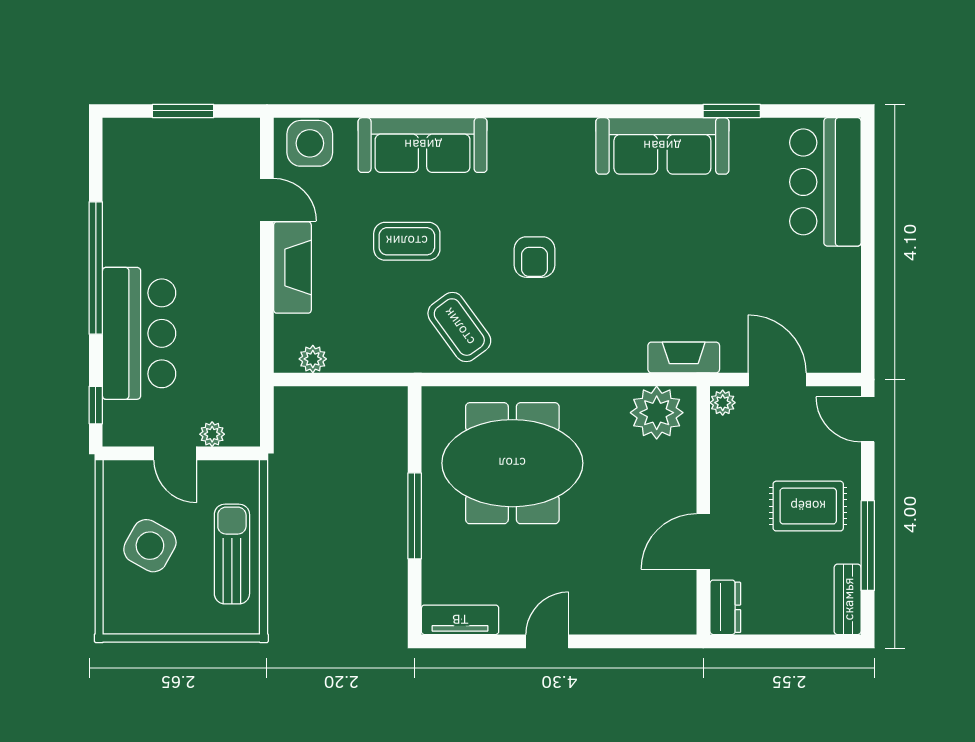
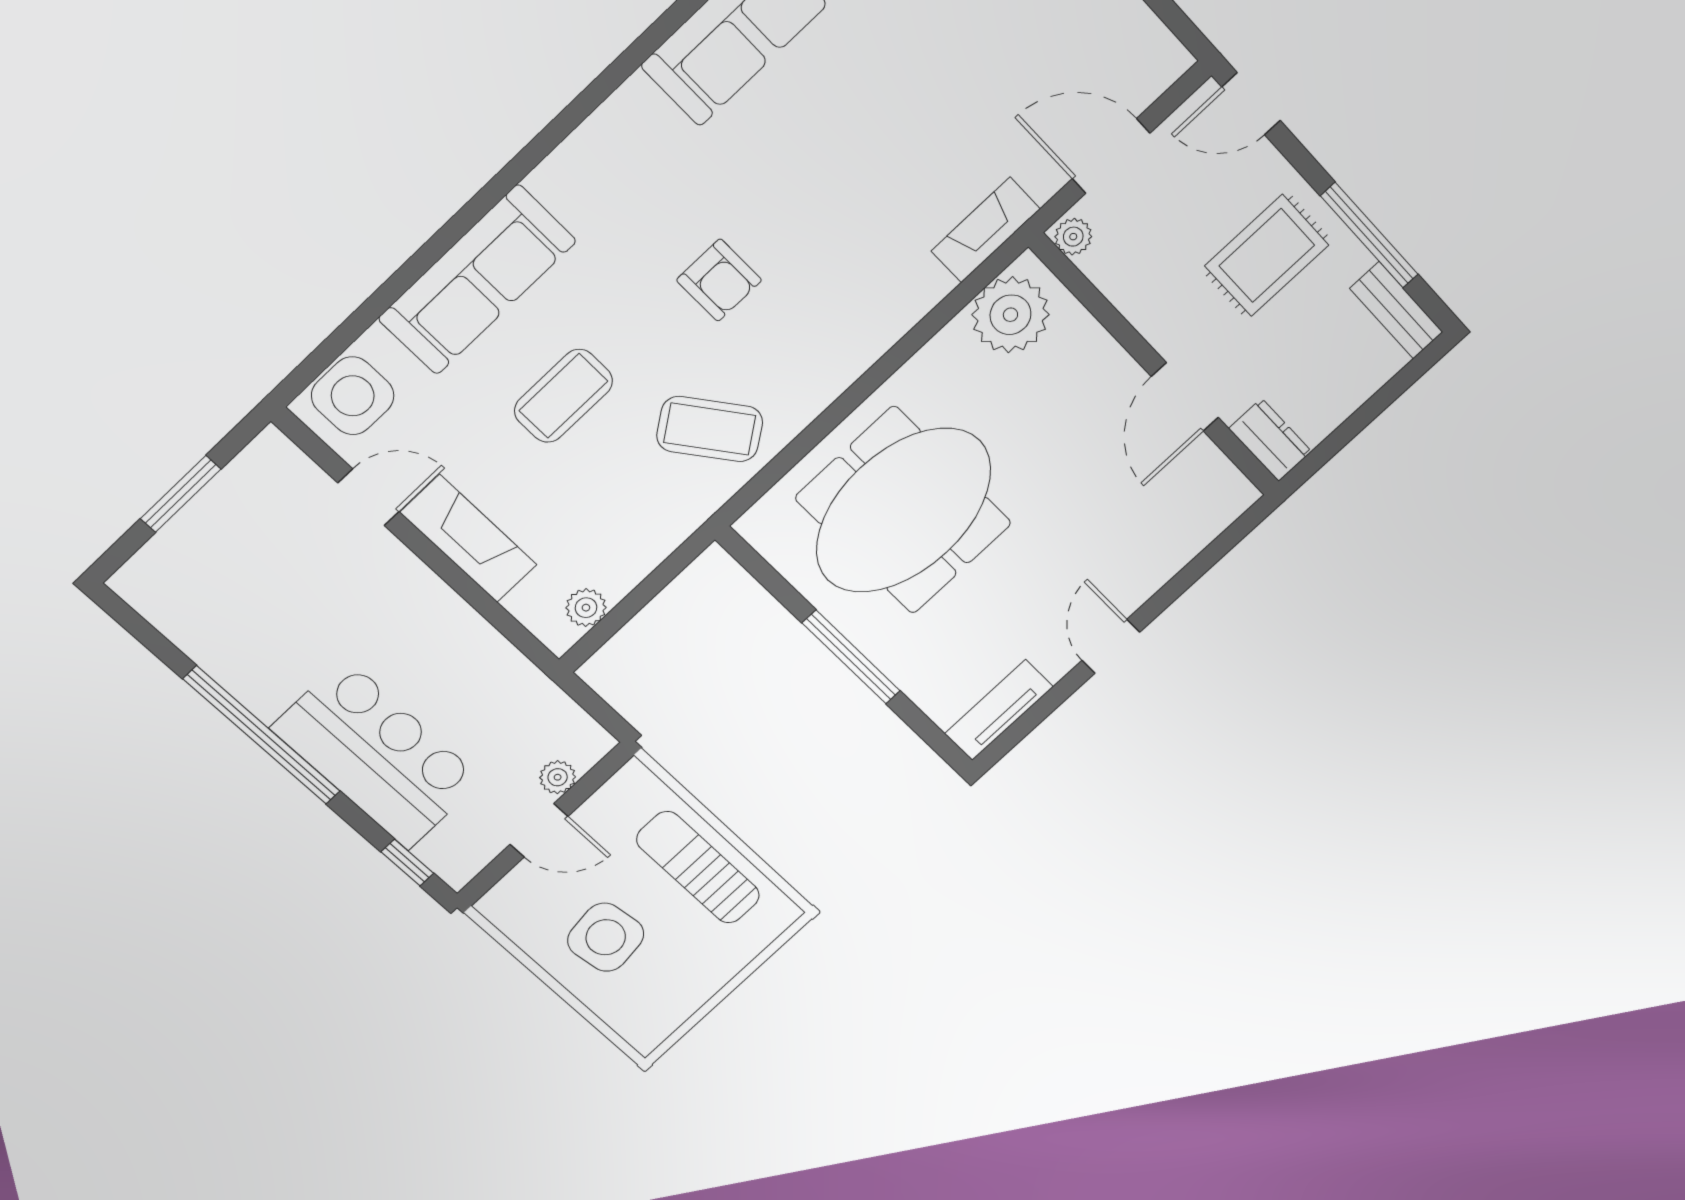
side table: (150, 546) -> (606, 937), turned -36

